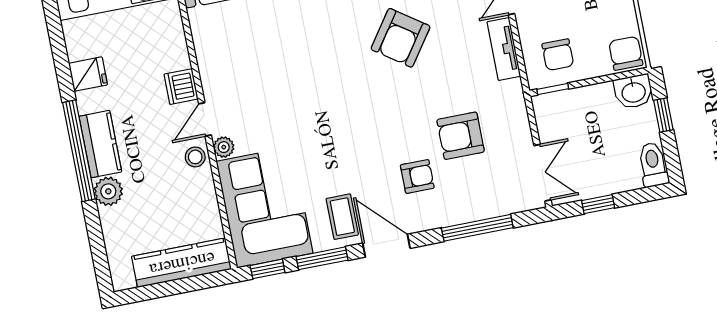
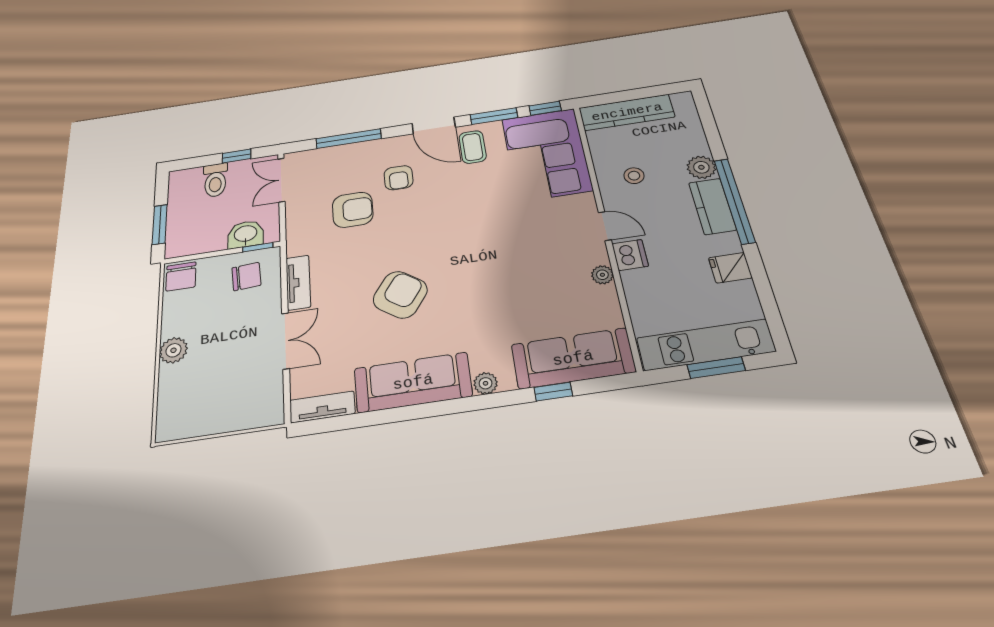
chair: (558, 55) -> (246, 276), turned 86
washbasin: (633, 92) -> (246, 234), moved
window: (663, 115) -> (160, 224), width x1.50
door: (205, 119) -> (605, 226), hinge flipped
plant: (224, 147) -> (602, 275), moved
stool: (195, 157) -> (634, 176), moved
toilet: (653, 165) -> (215, 180), moved
armchair: (417, 176) -> (399, 178), turned -90

